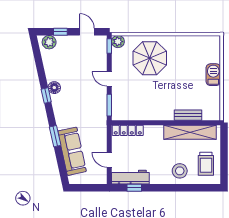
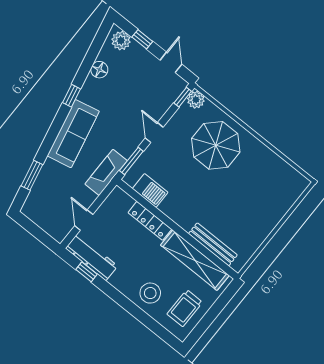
barbecue: (213, 75) -> (150, 190), moved, turned 90
floor lamp: (54, 88) -> (99, 70), moved
bench: (188, 115) -> (213, 244), width x1.36
fireplace: (100, 123) -> (106, 172), added
locker: (128, 130) -> (150, 221), moved
window: (55, 136) -> (32, 175), moved
sofa: (72, 151) -> (73, 134), moved

